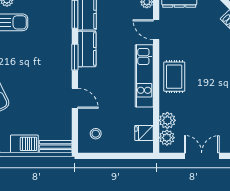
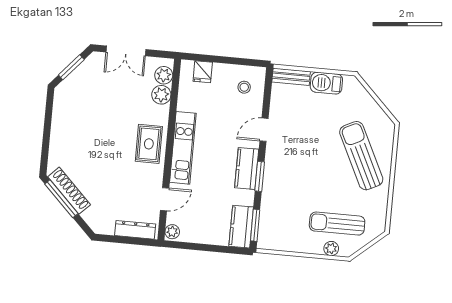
door: (156, 30) -> (165, 199), hinge flipped
kitchen counter: (87, 49) -> (247, 168), moved
door: (75, 98) -> (264, 130), hinge flipped
fridge: (144, 133) -> (203, 72), moved, turned 90

